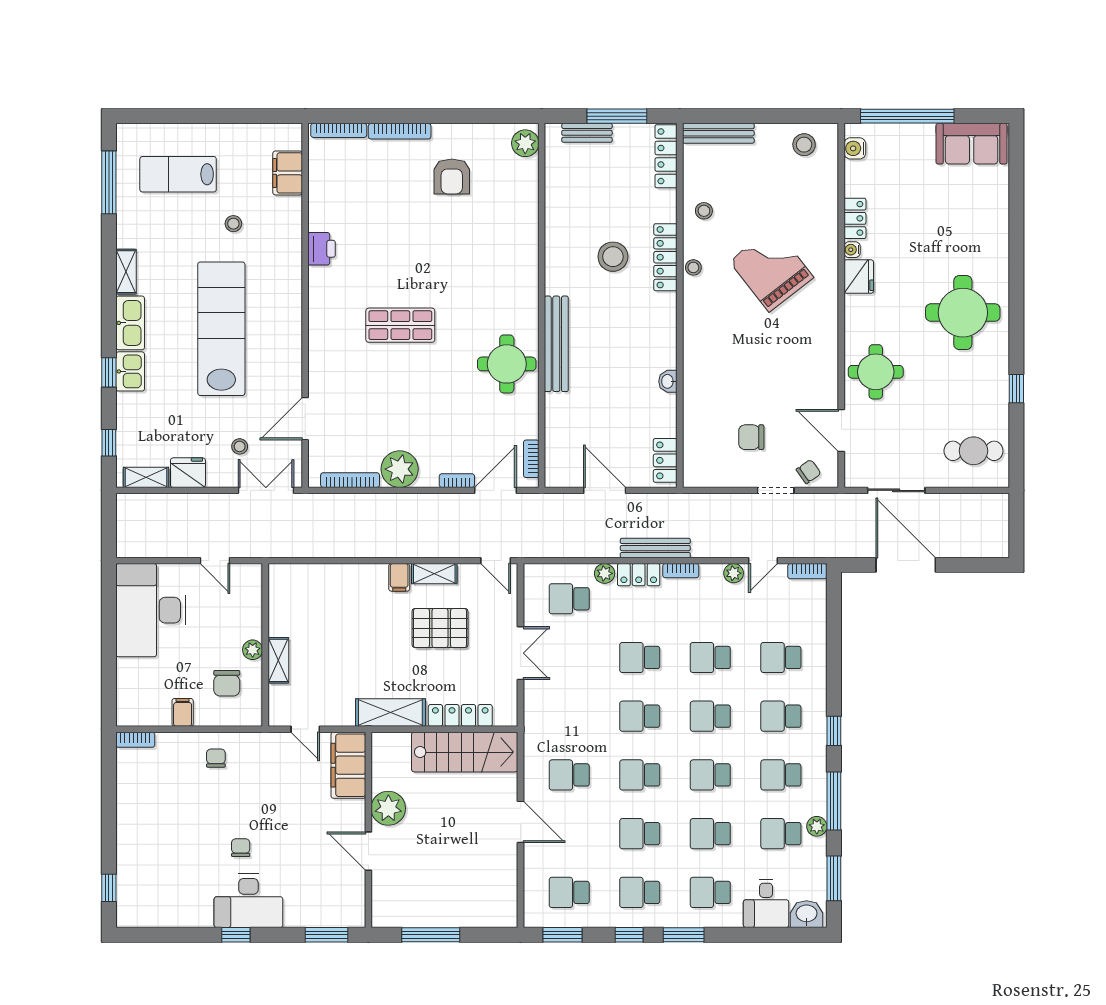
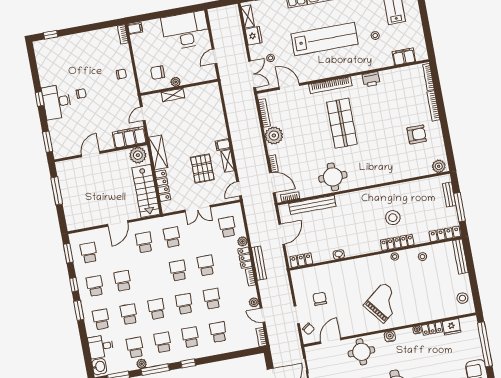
water cooler: (855, 148) -> (390, 336), moved
armchair: (452, 177) -> (417, 134), turned 180
grand piano: (771, 269) -> (384, 303), moved
fridge: (859, 276) -> (451, 327), moved
shop shelf: (400, 325) -> (342, 123), width x1.43, depth x1.36
bookcase: (318, 334) -> (330, 85), added
bench: (556, 344) -> (312, 205), moved
filing cabinet: (183, 712) -> (135, 28), moved
school desk: (640, 775) -> (172, 237), moved
plant: (388, 808) -> (138, 155), moved

